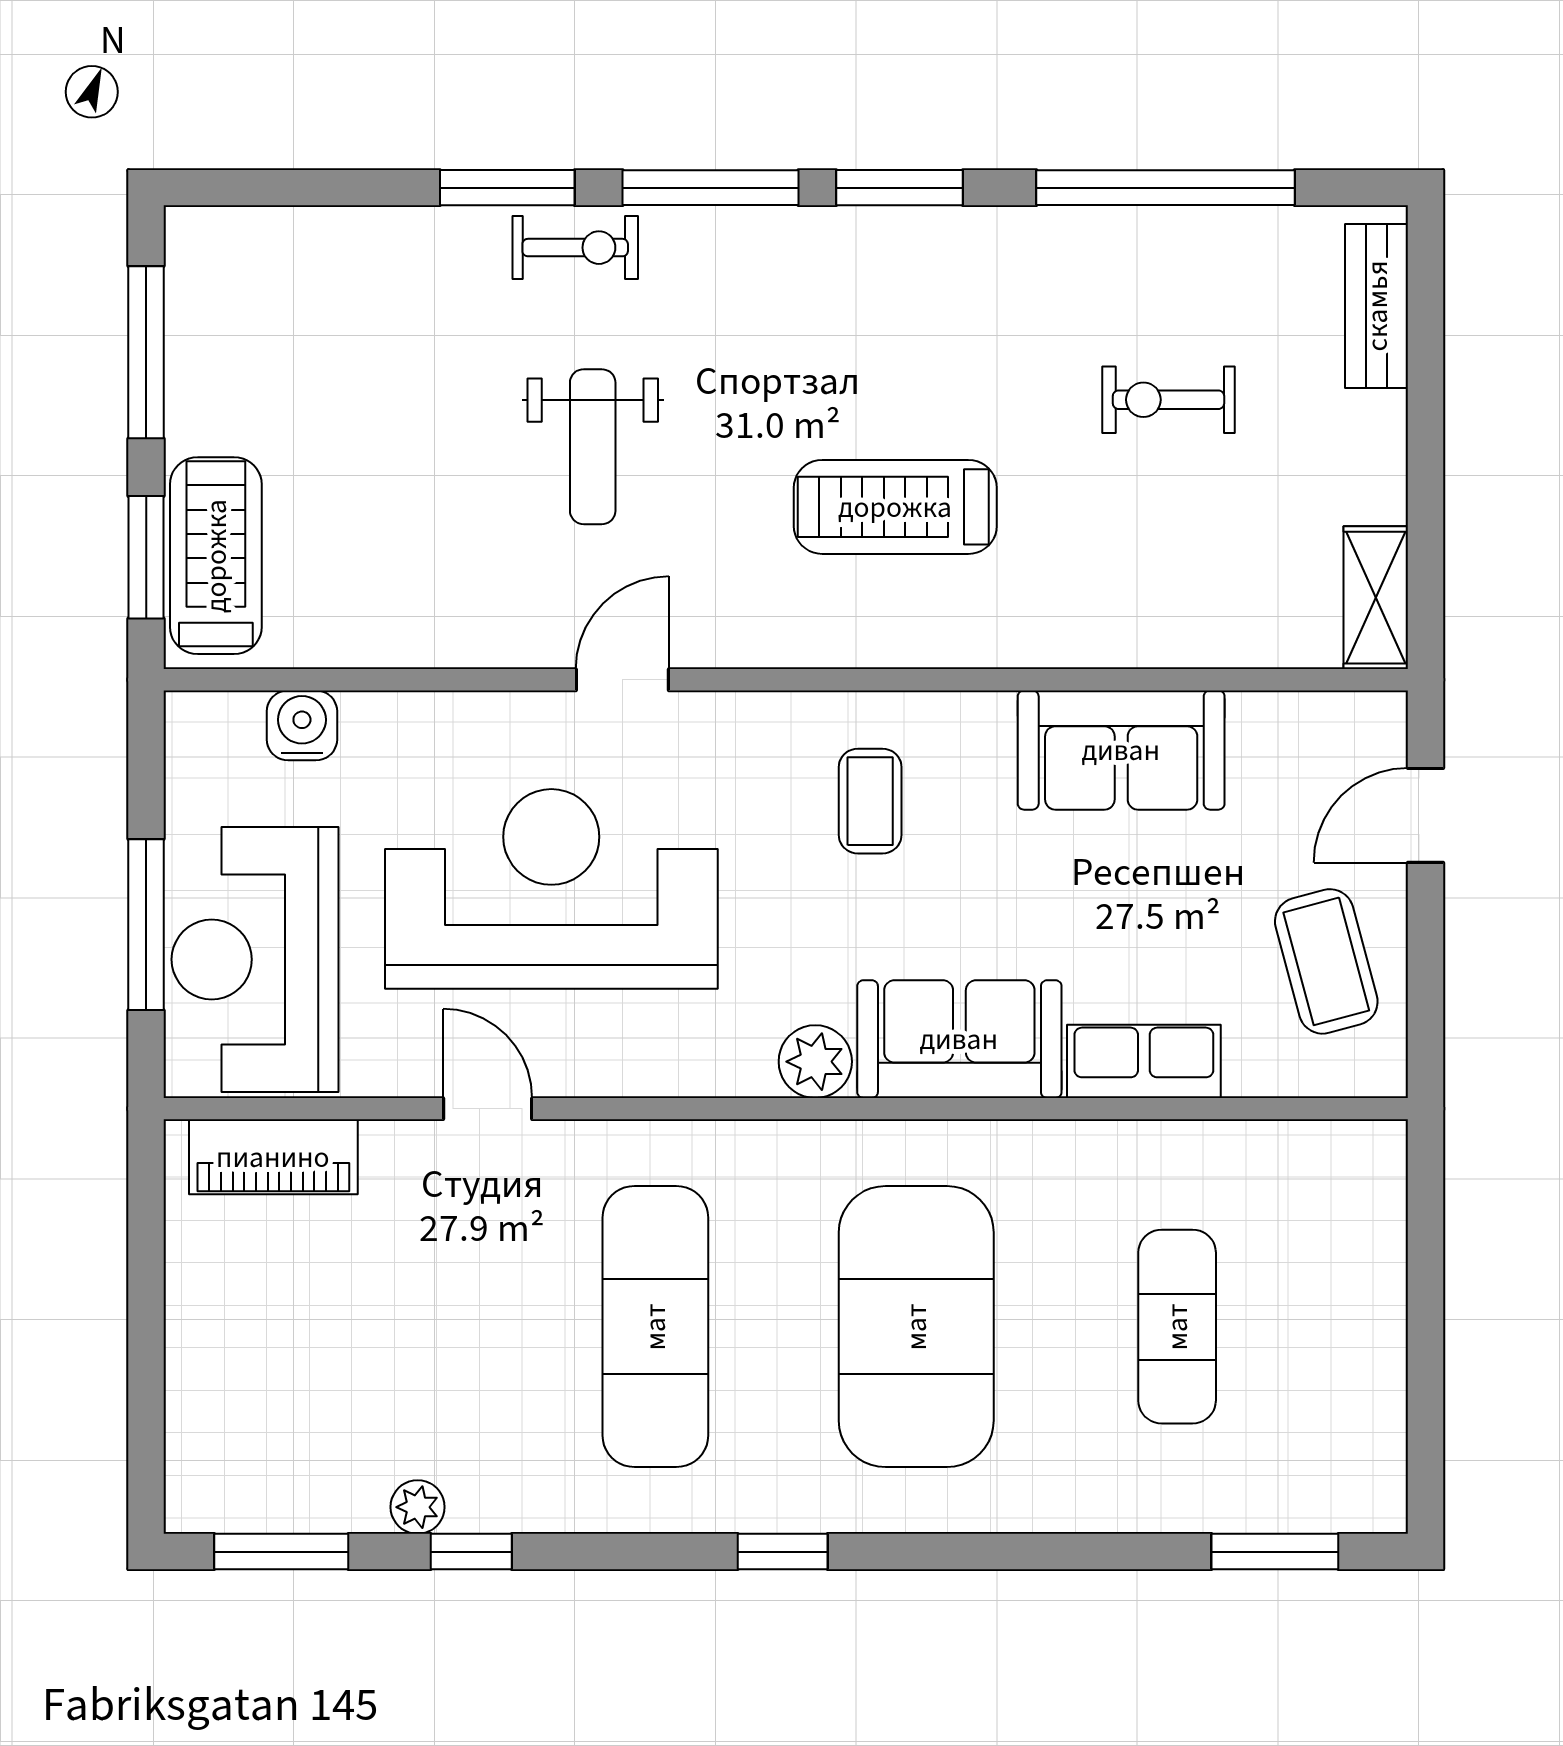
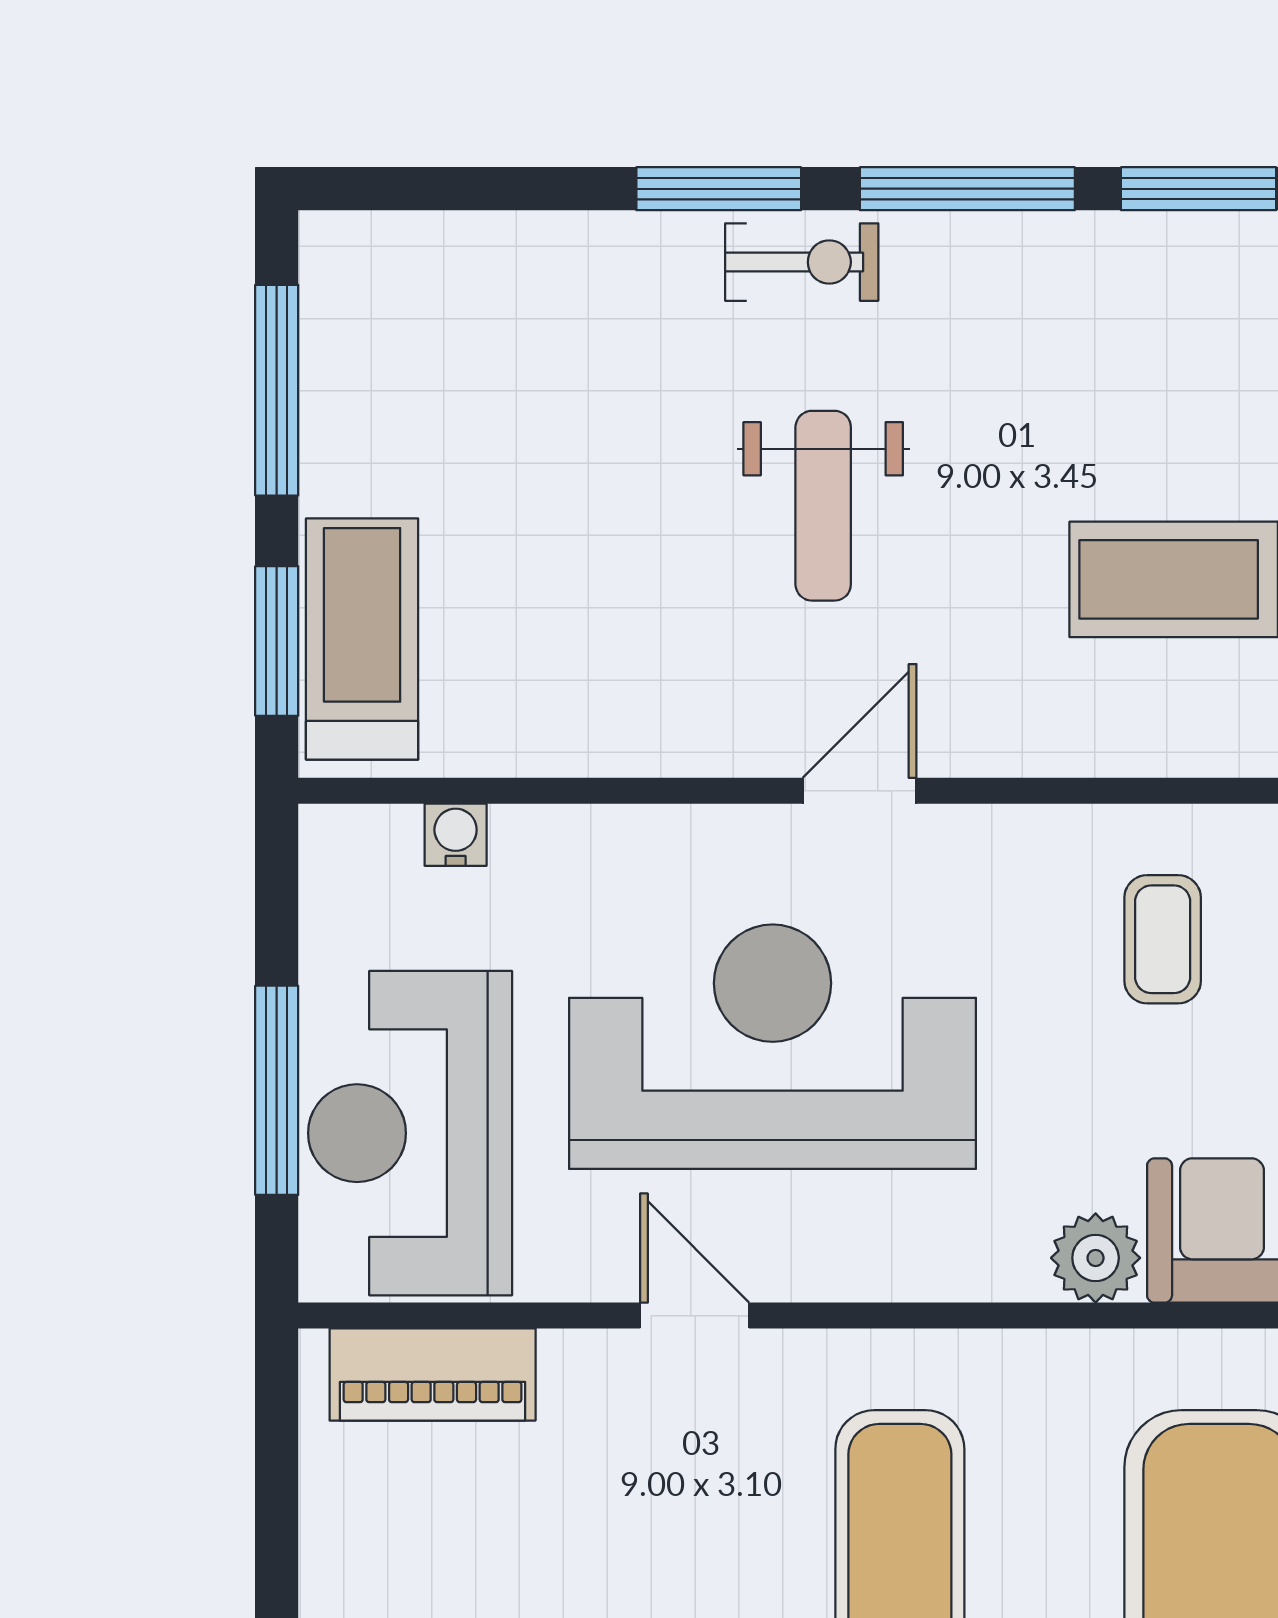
water cooler: (302, 725) -> (456, 835), width x0.72, depth x0.72

